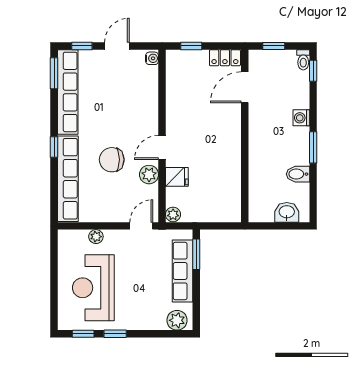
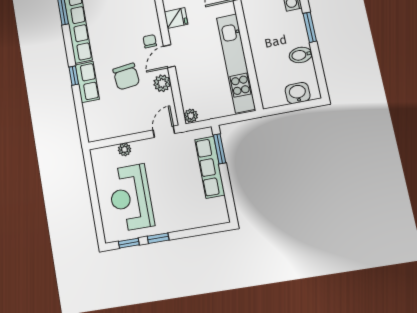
chair: (144, 127) -> (150, 41), added
chair: (112, 160) -> (126, 77), turned -96
kitchen unit: (230, 169) -> (236, 63), added
fridge: (177, 177) -> (176, 18), moved
row of seats: (68, 179) -> (87, 82), width x0.50
plant: (177, 320) -> (214, 215), removed

